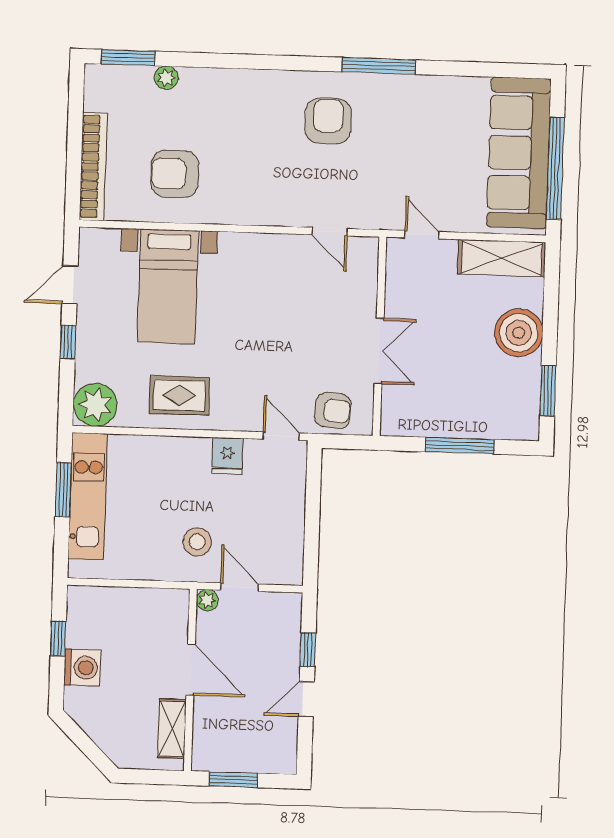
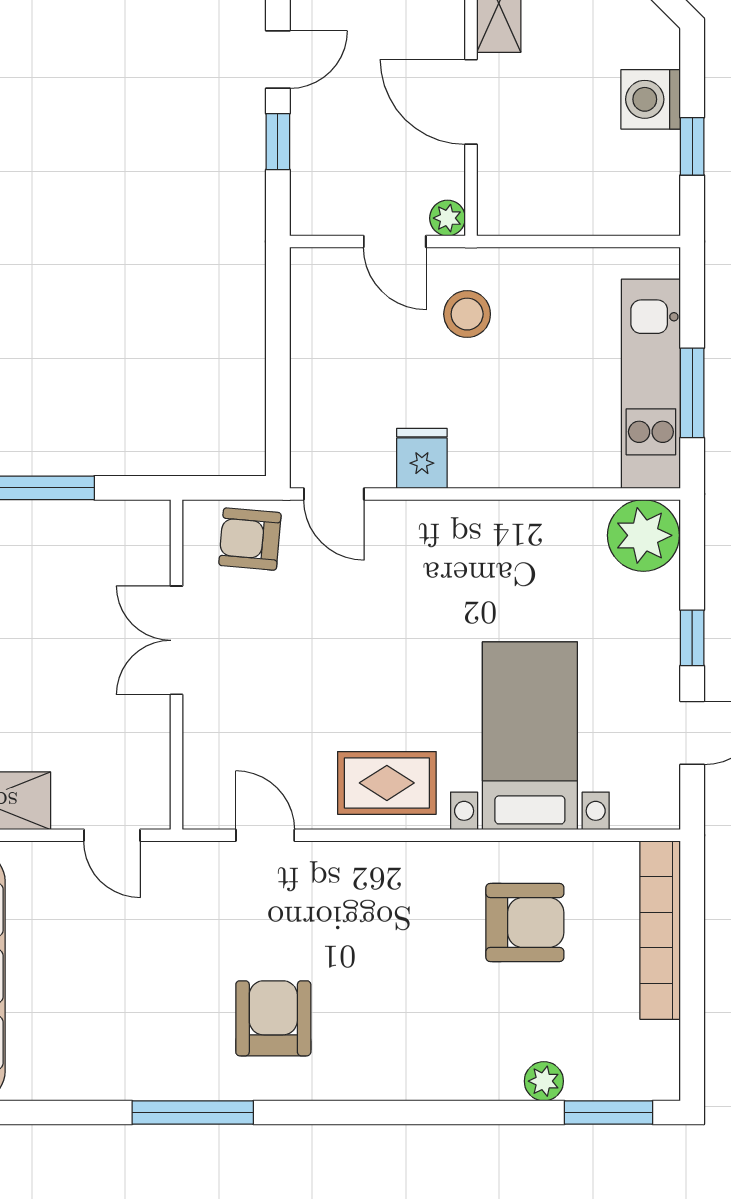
armchair: (328, 121) -> (273, 1018), turned 180
rug: (179, 395) -> (387, 783), moved

